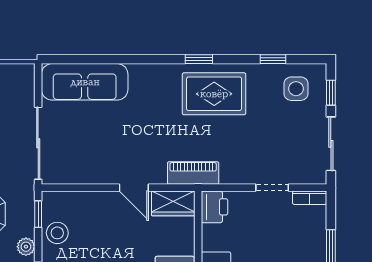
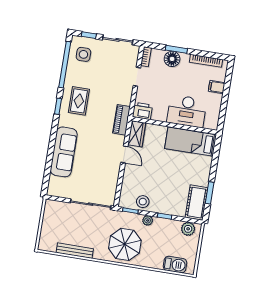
window: (273, 59) -> (65, 65), width x3.17
sofa: (85, 82) -> (64, 152), moved
rug: (214, 94) -> (79, 101), width x0.73, depth x0.70
door: (134, 188) -> (124, 154), hinge flipped
floor lamp: (313, 244) -> (172, 59), added

